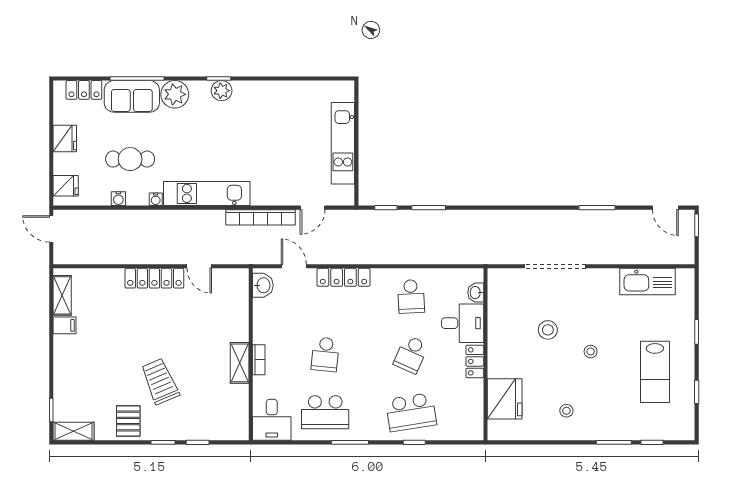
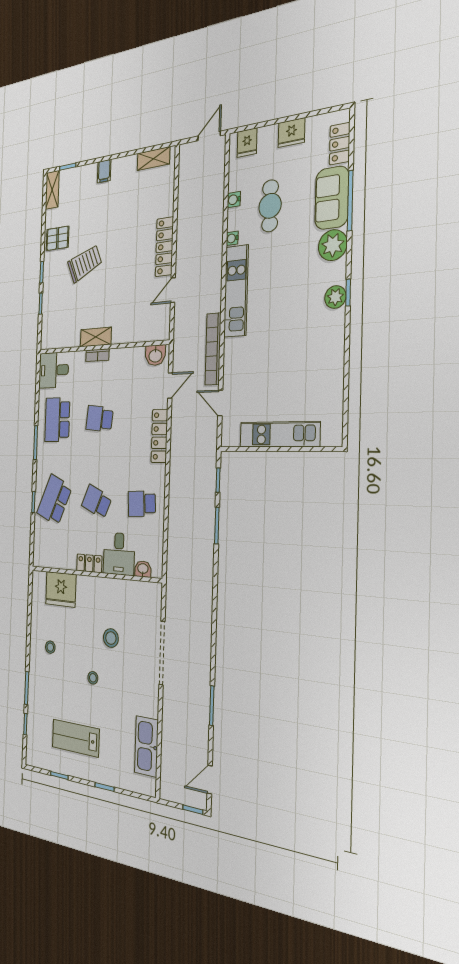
filing cabinet: (65, 325) -> (104, 171), moved
school desk: (411, 412) -> (54, 500), turned 33

